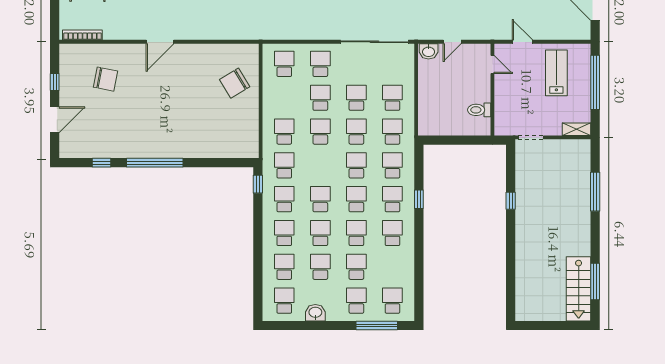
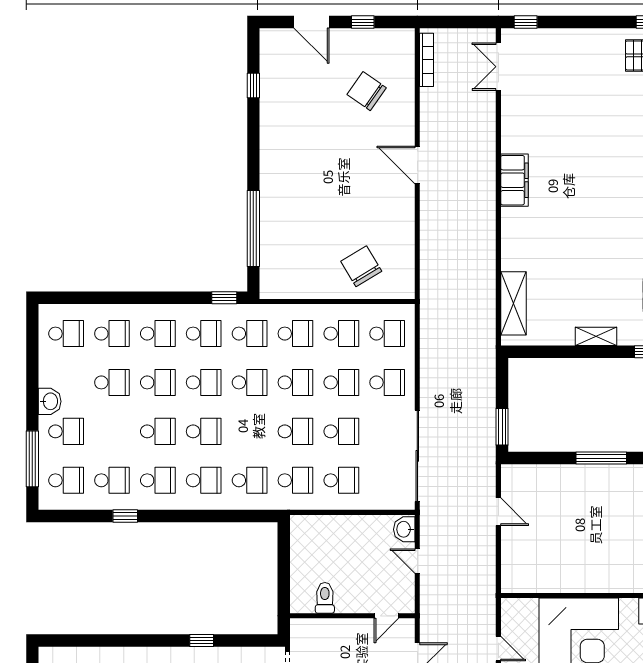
chair: (105, 79) -> (367, 91), turned 114
school desk: (284, 98) -> (341, 334), added
window: (155, 163) -> (253, 229), moved
school desk: (356, 165) -> (250, 382), moved
window: (419, 199) -> (125, 516), moved
school desk: (356, 267) -> (112, 480), moved
washbasin: (315, 313) -> (50, 401), moved

